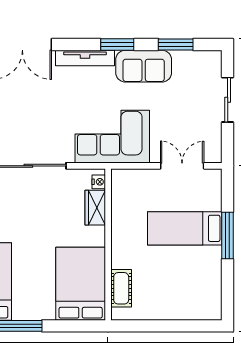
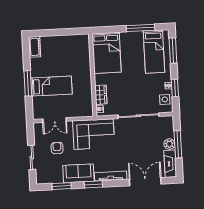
armchair: (180, 114) -> (57, 148), added
cot: (121, 288) -> (35, 47), moved

